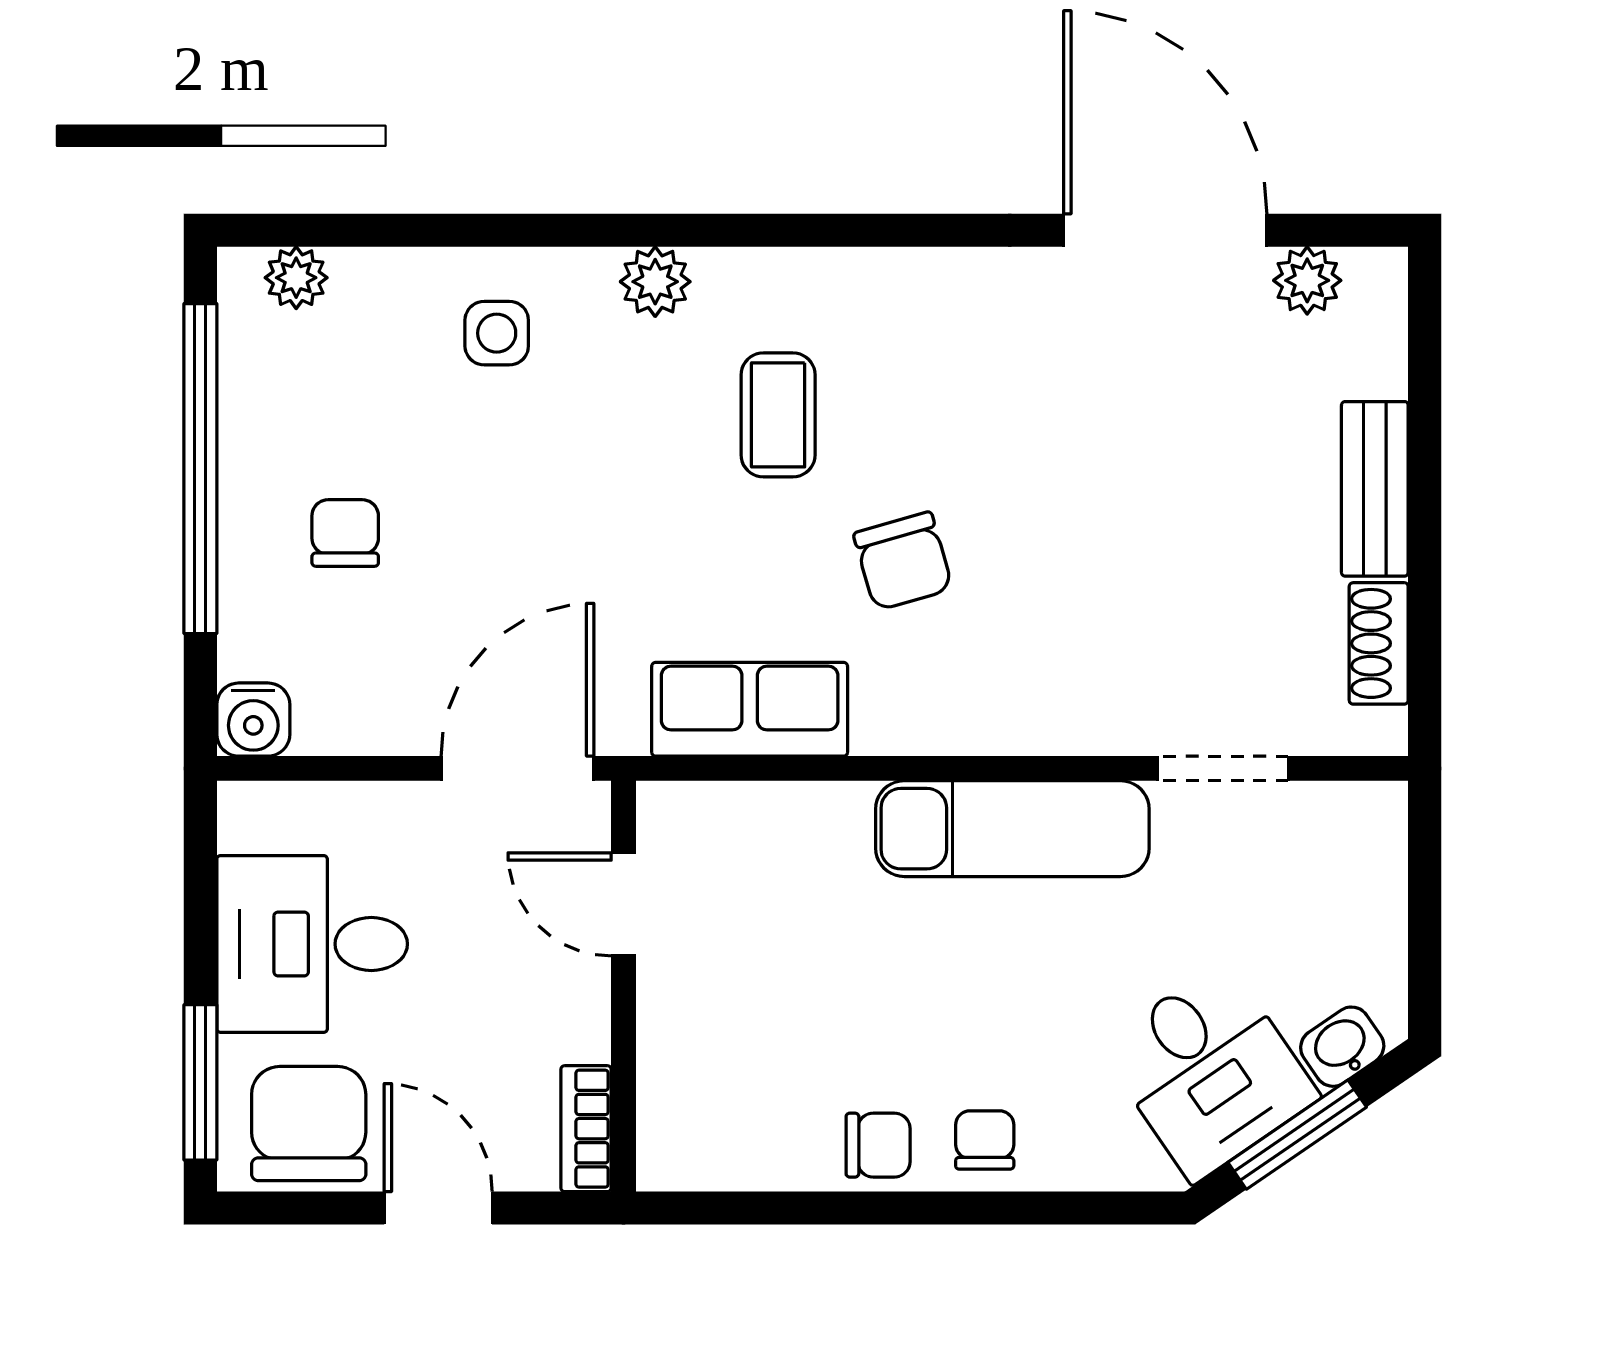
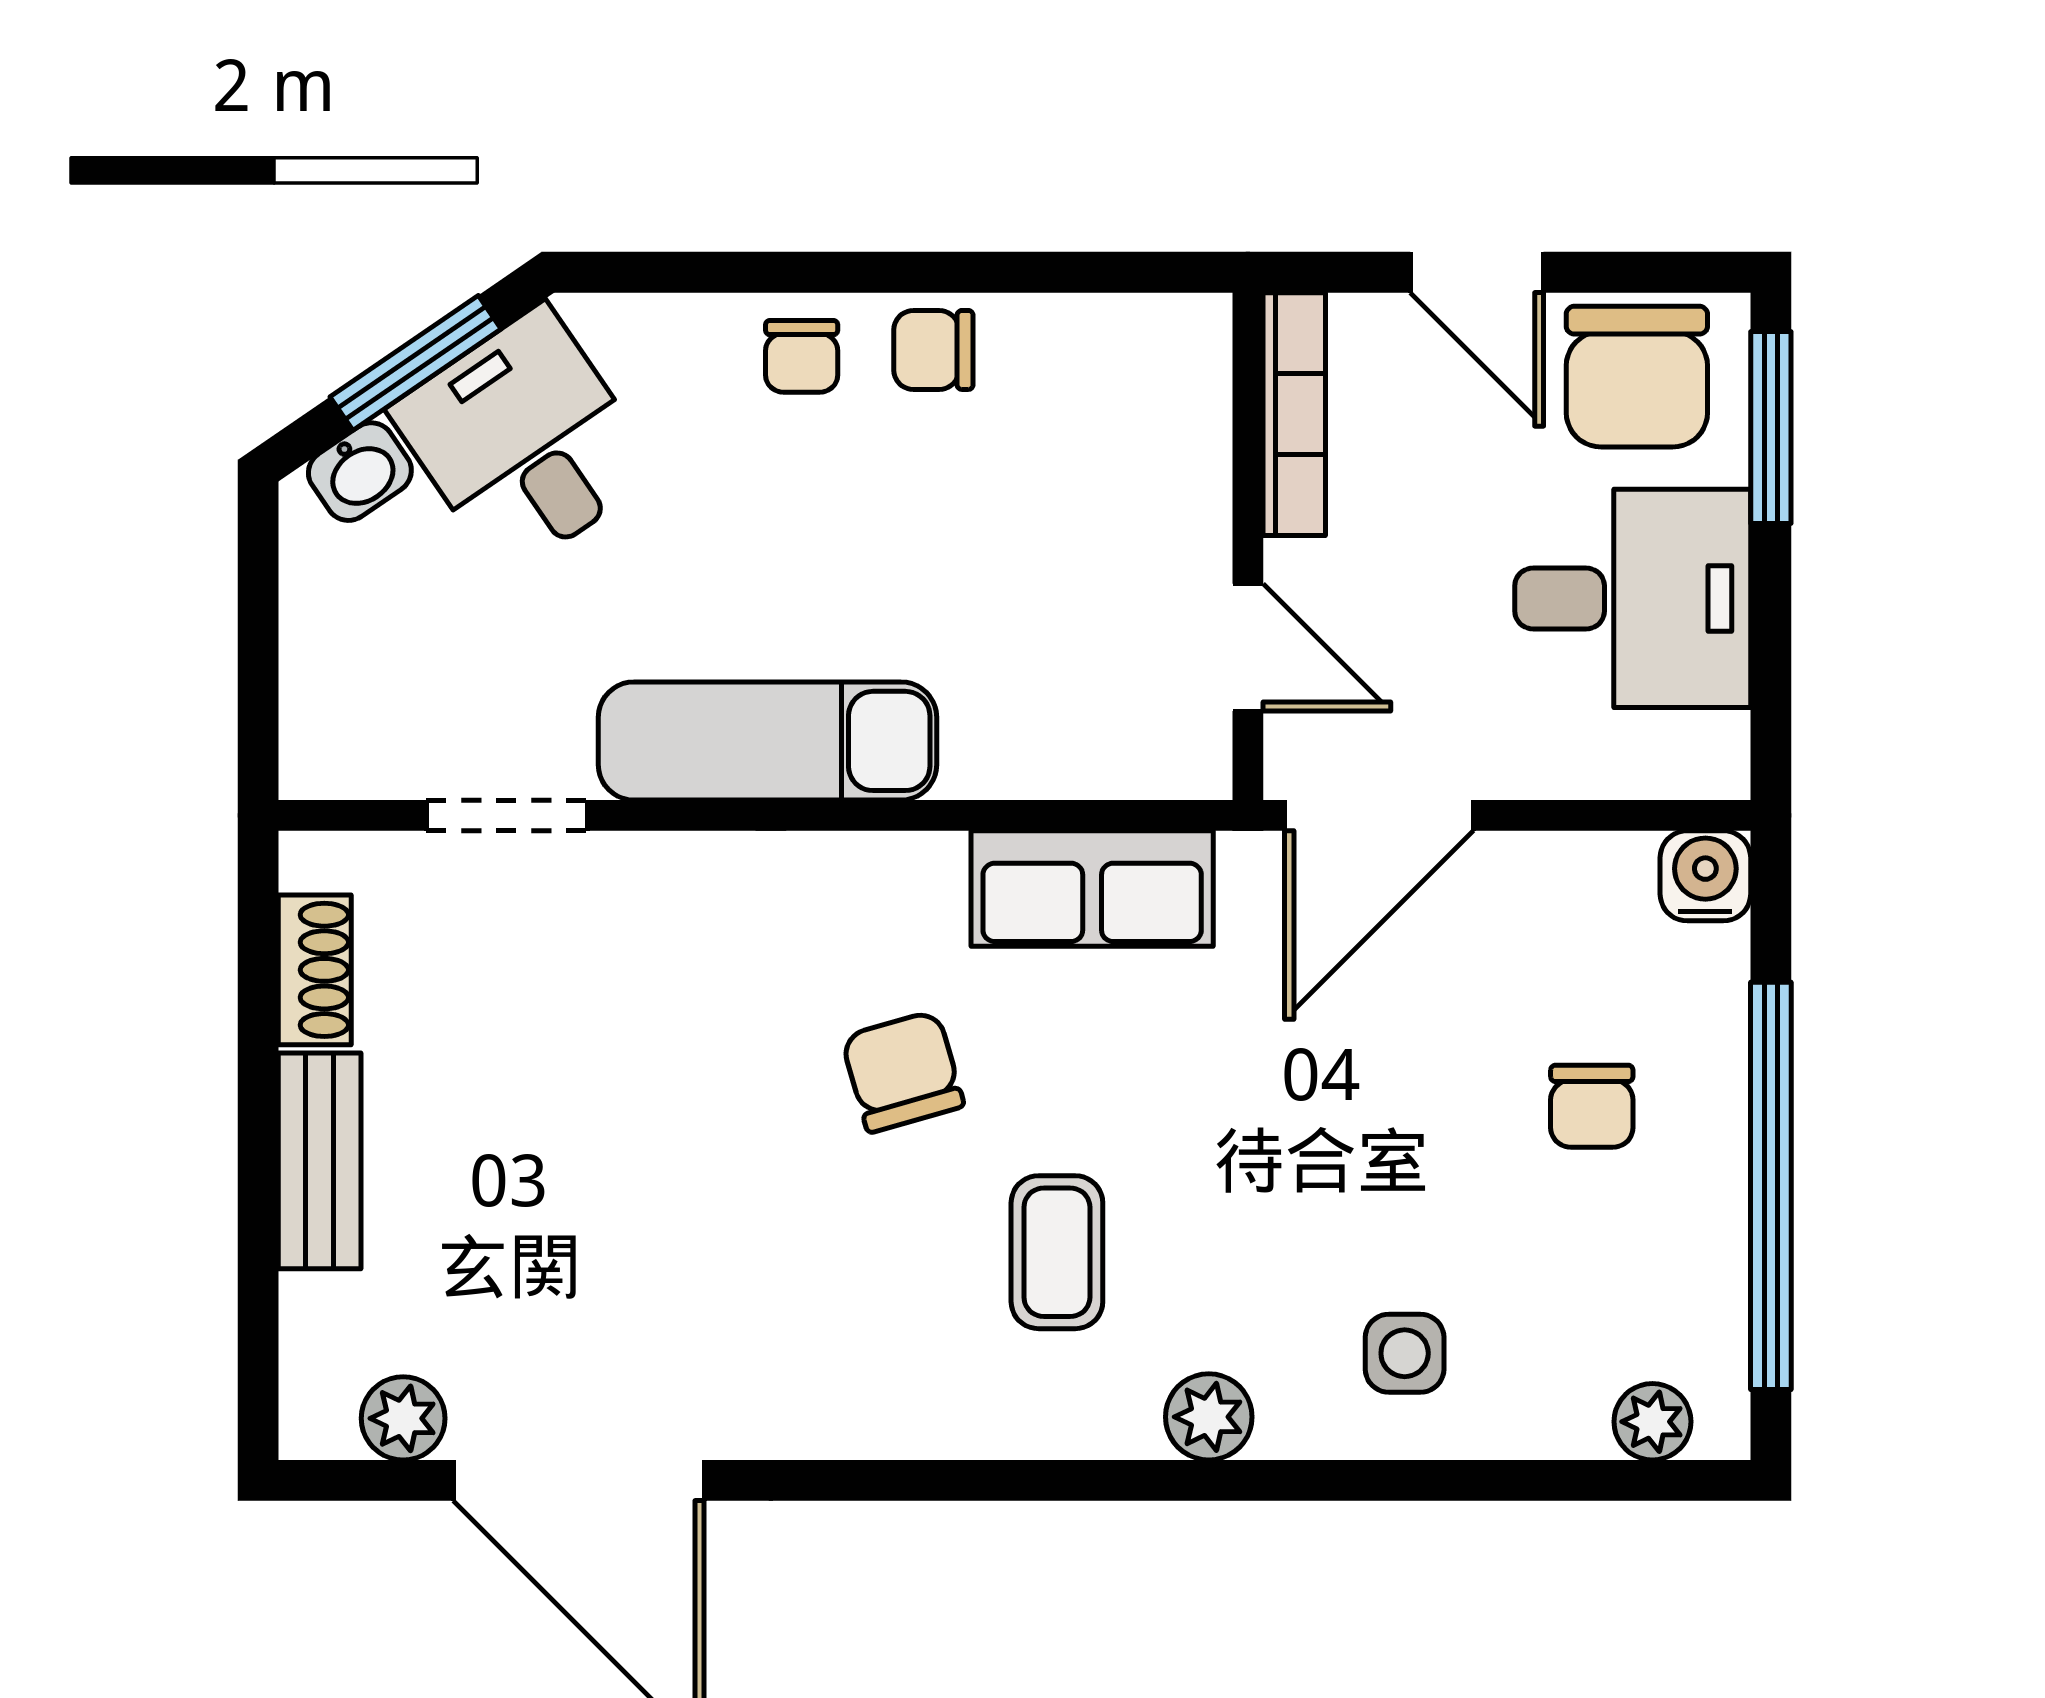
bookcase: (586, 1129) -> (1294, 414), width x1.56

